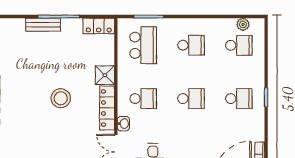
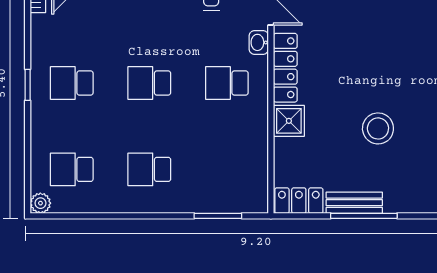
plant: (243, 24) -> (40, 203), moved
bench: (43, 25) -> (354, 203), moved
school desk: (143, 45) -> (227, 169), removed
stool: (61, 98) -> (378, 128), moved

